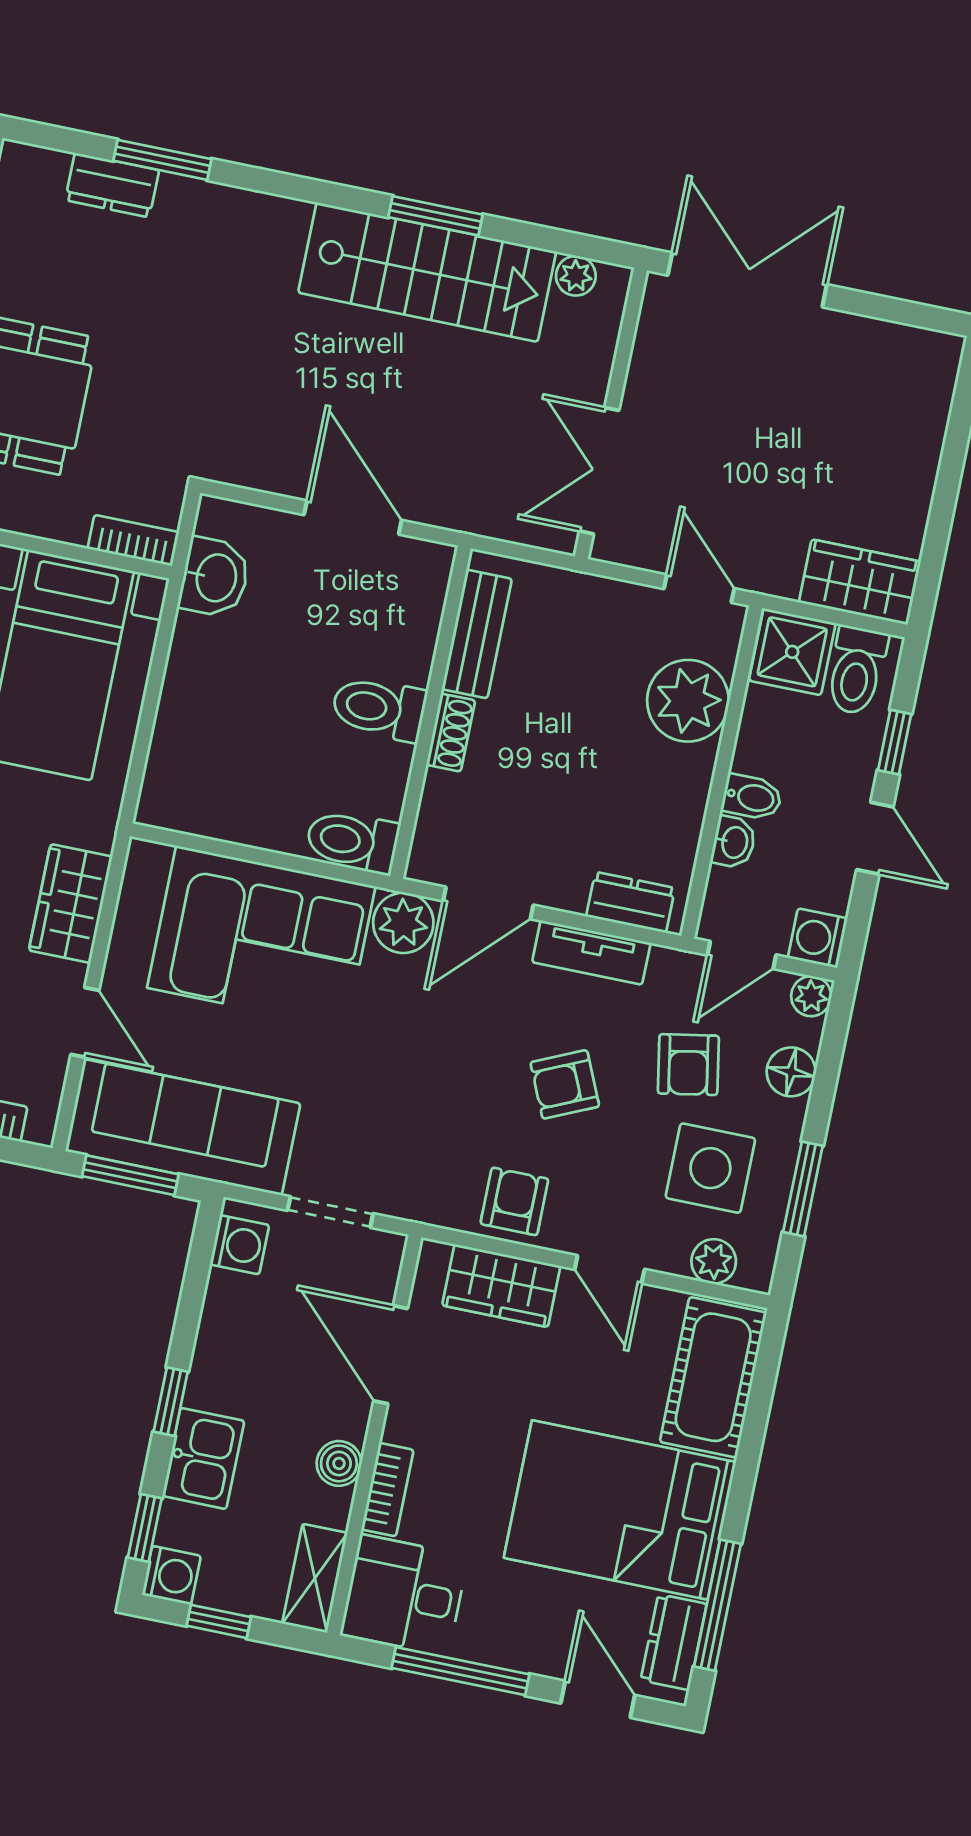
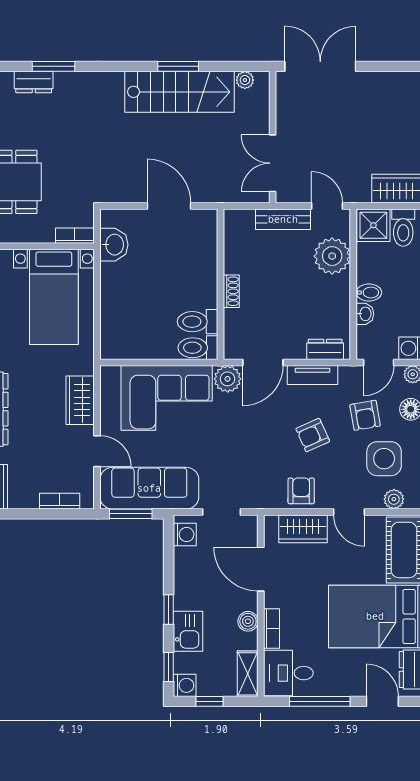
bench: (477, 634) -> (283, 219), moved, turned 90
toilet: (379, 708) -> (198, 322), moved

